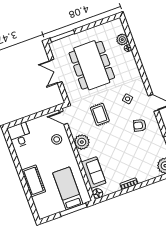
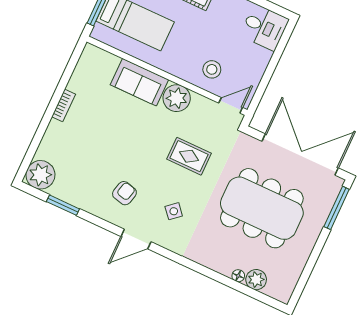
double door: (56, 71) -> (300, 155), width x1.87
sofa: (94, 173) -> (139, 82), moved
floor lamp: (98, 194) -> (91, 53), removed

